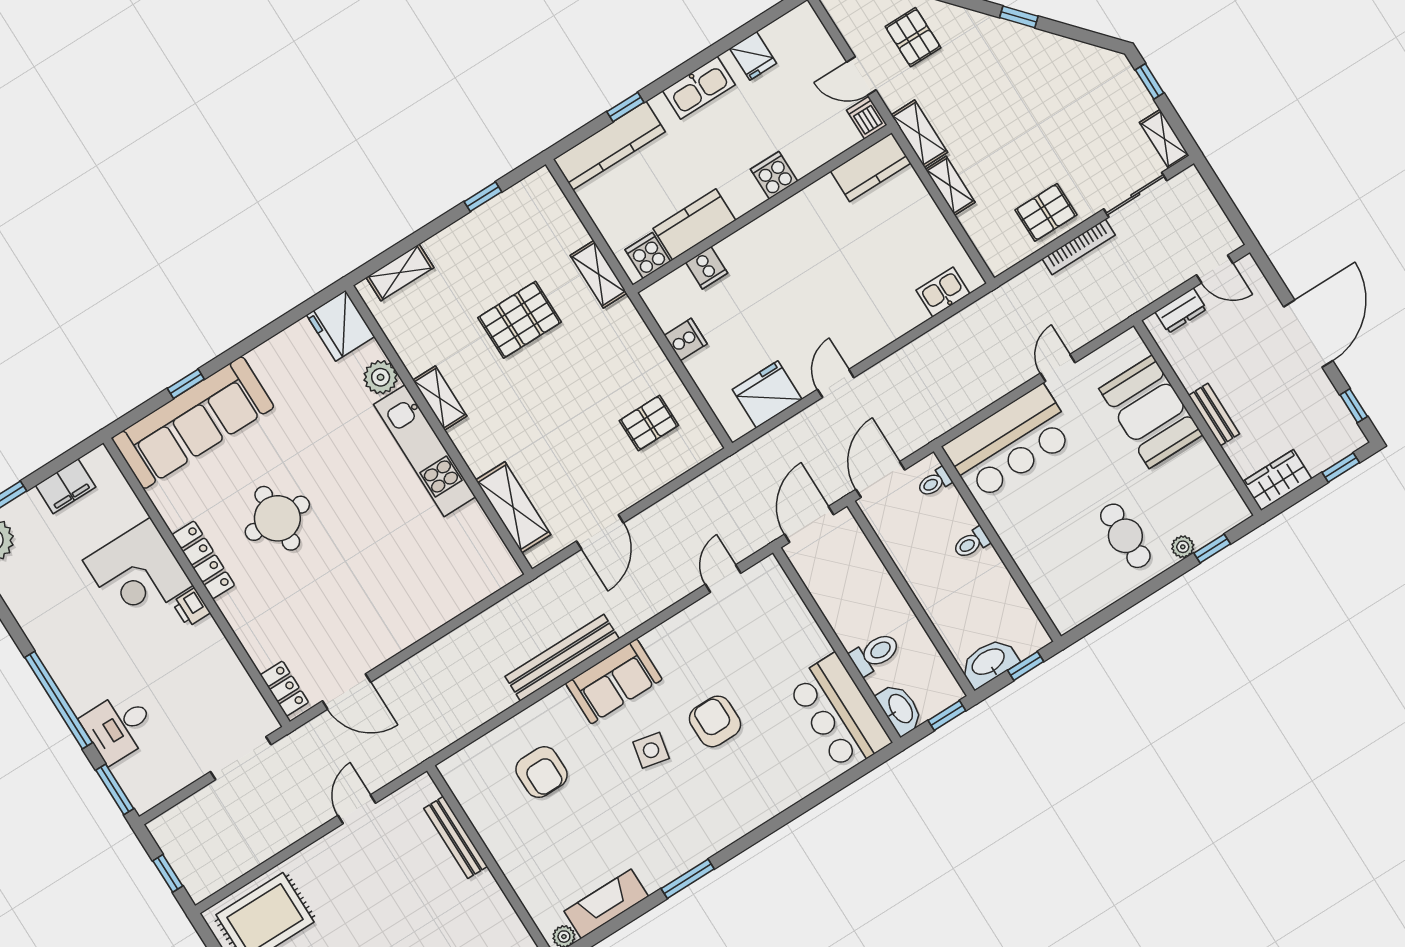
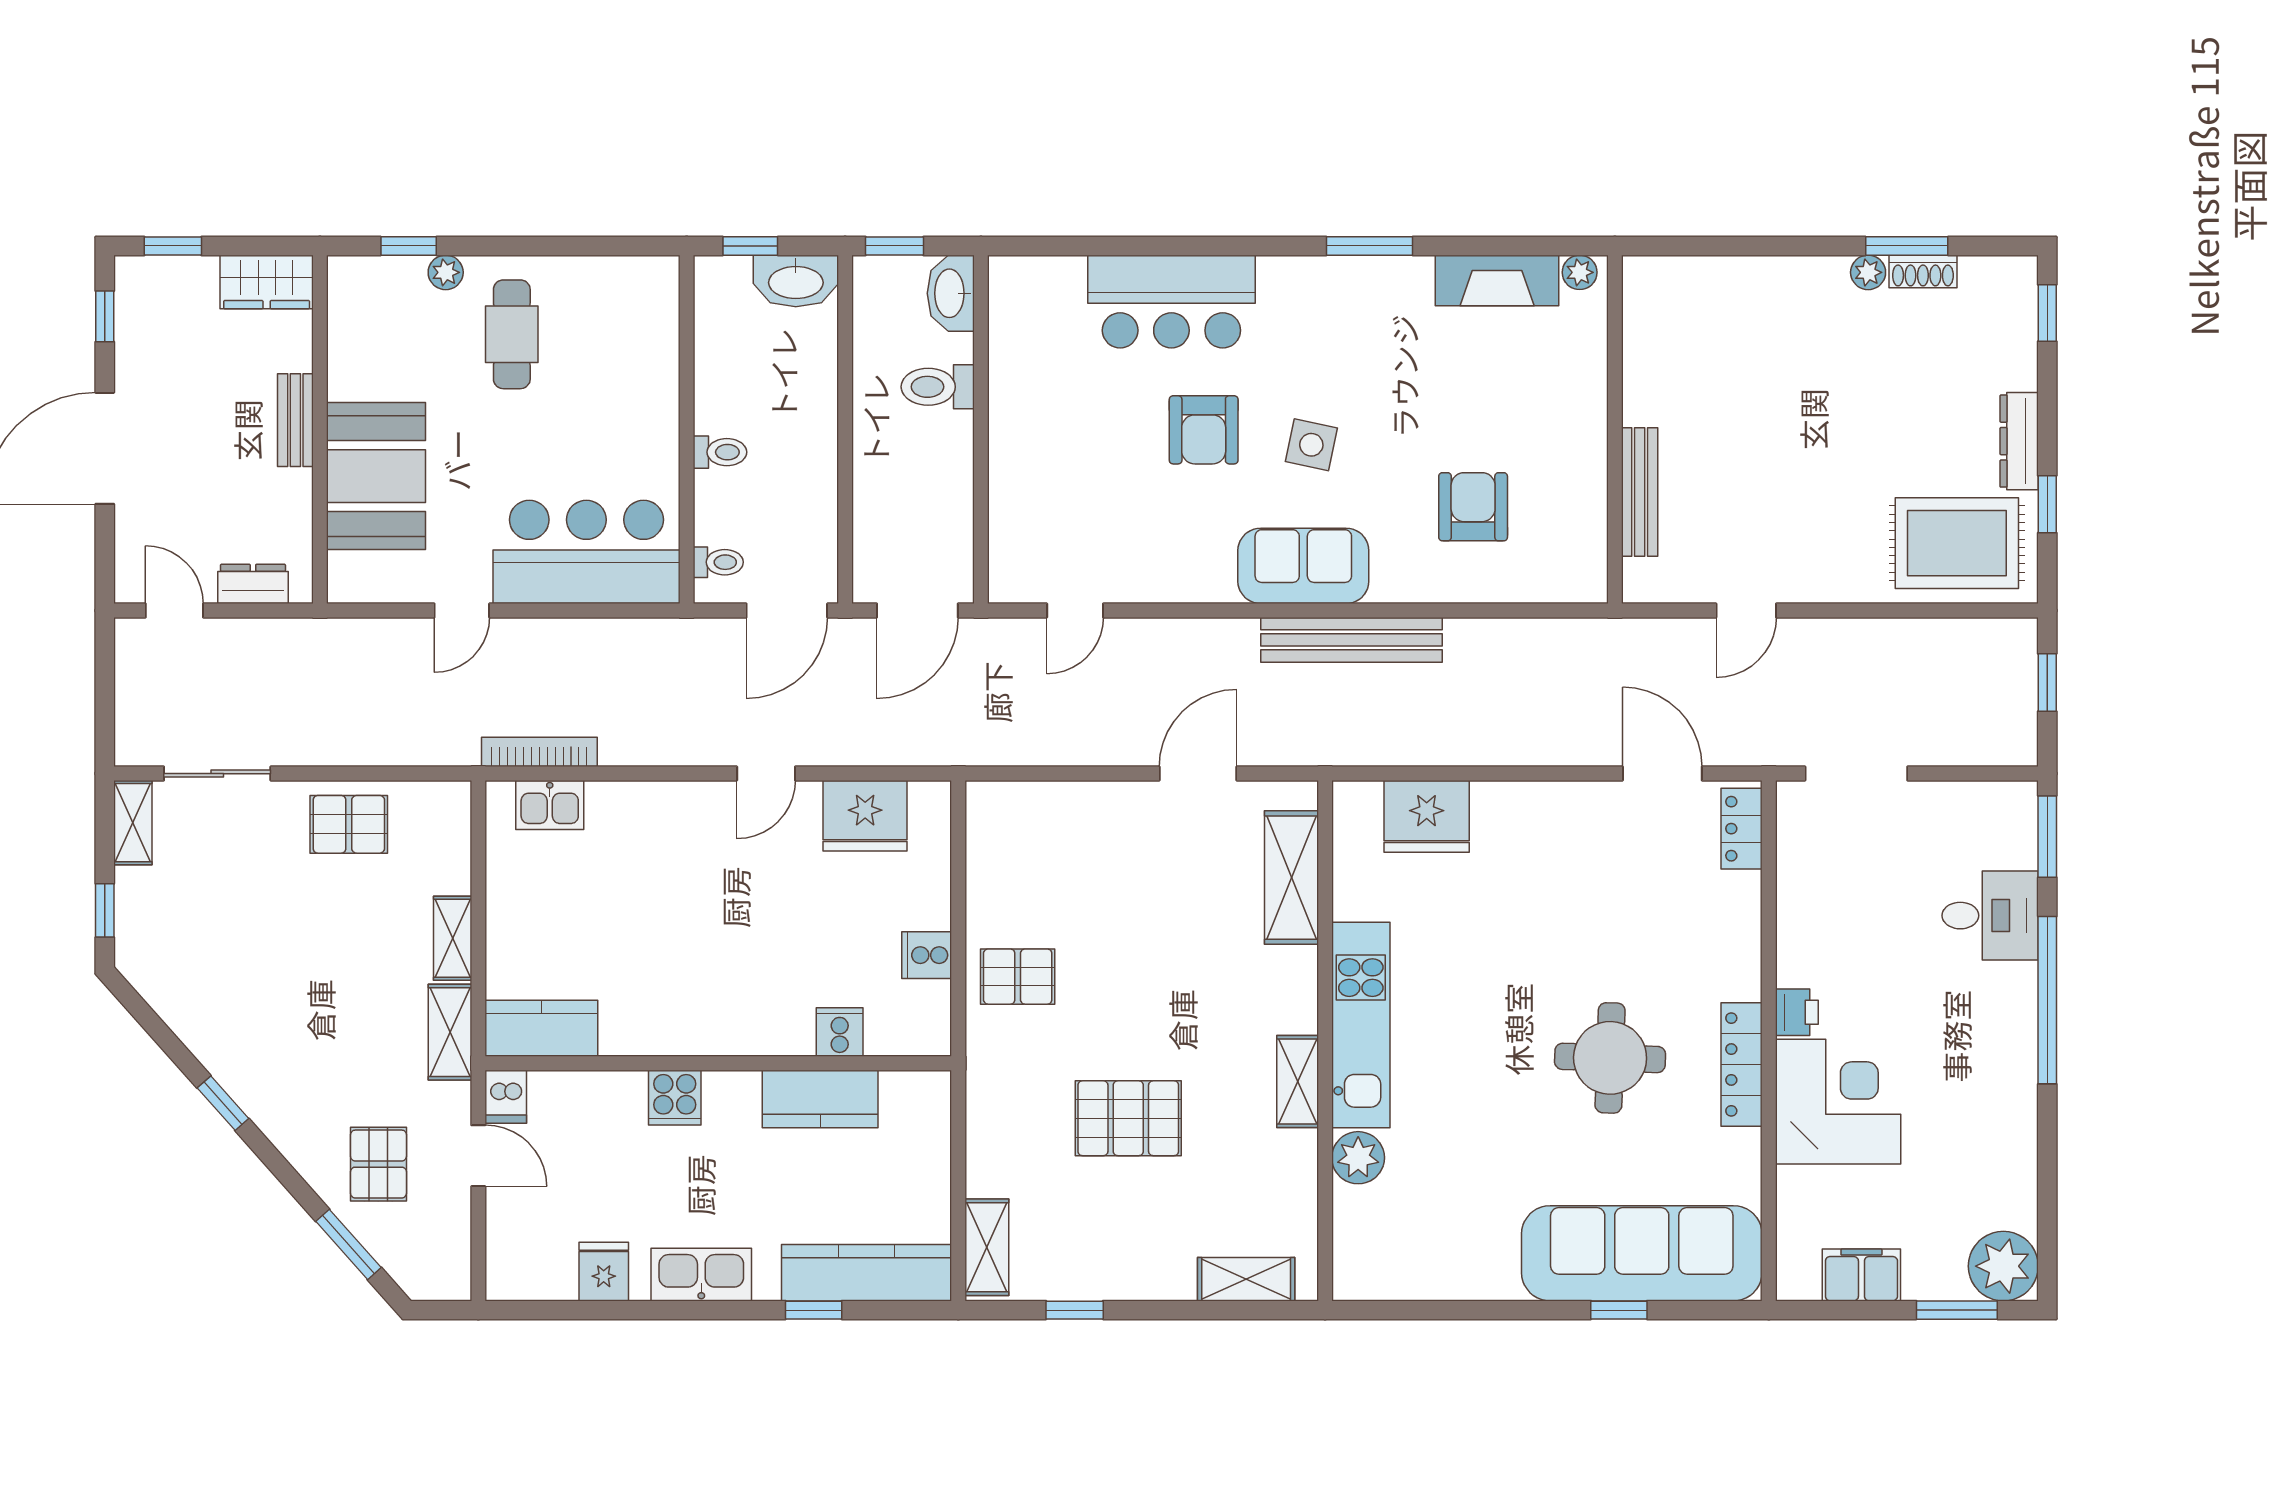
bookcase: (1079, 247) -> (539, 752), moved
cooker: (648, 255) -> (907, 1097), removed
shelving: (599, 274) -> (987, 1247), moved
fridge: (341, 326) -> (1427, 816), moved, turned 90
pallet: (649, 423) -> (1018, 977), moved
bar counter: (839, 713) -> (1171, 302), moved, turned 90

